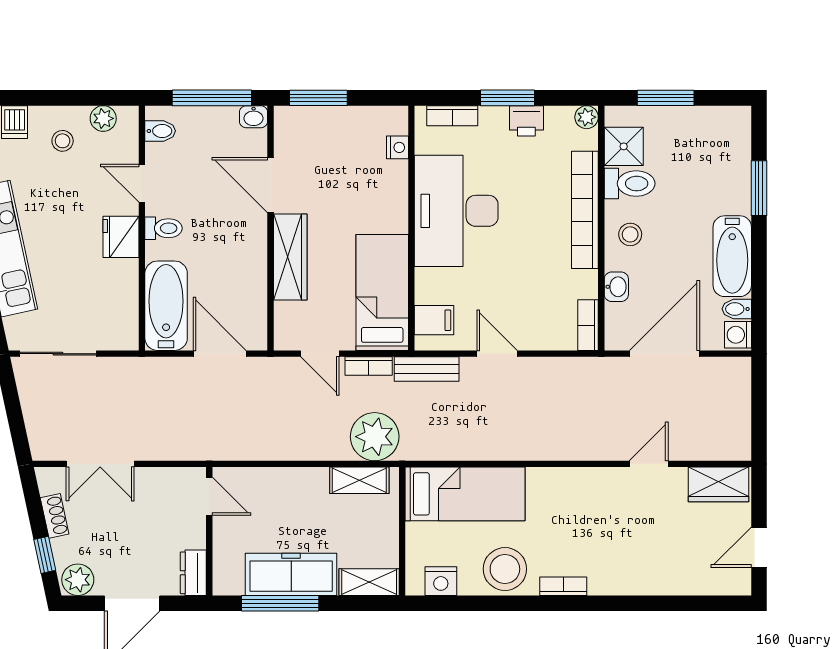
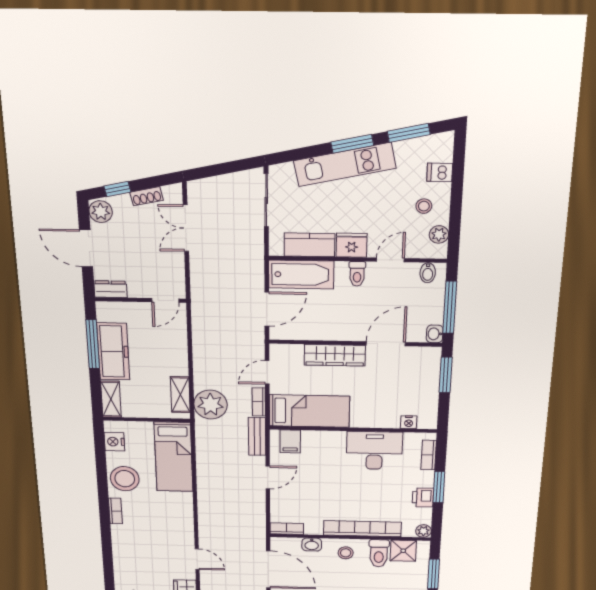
desk: (456, 211) -> (374, 451), width x0.73, depth x0.77
kitchen counter: (122, 294) -> (310, 245), added

